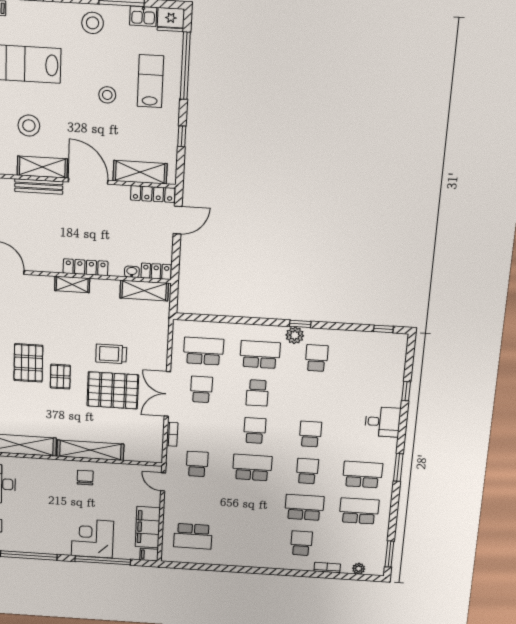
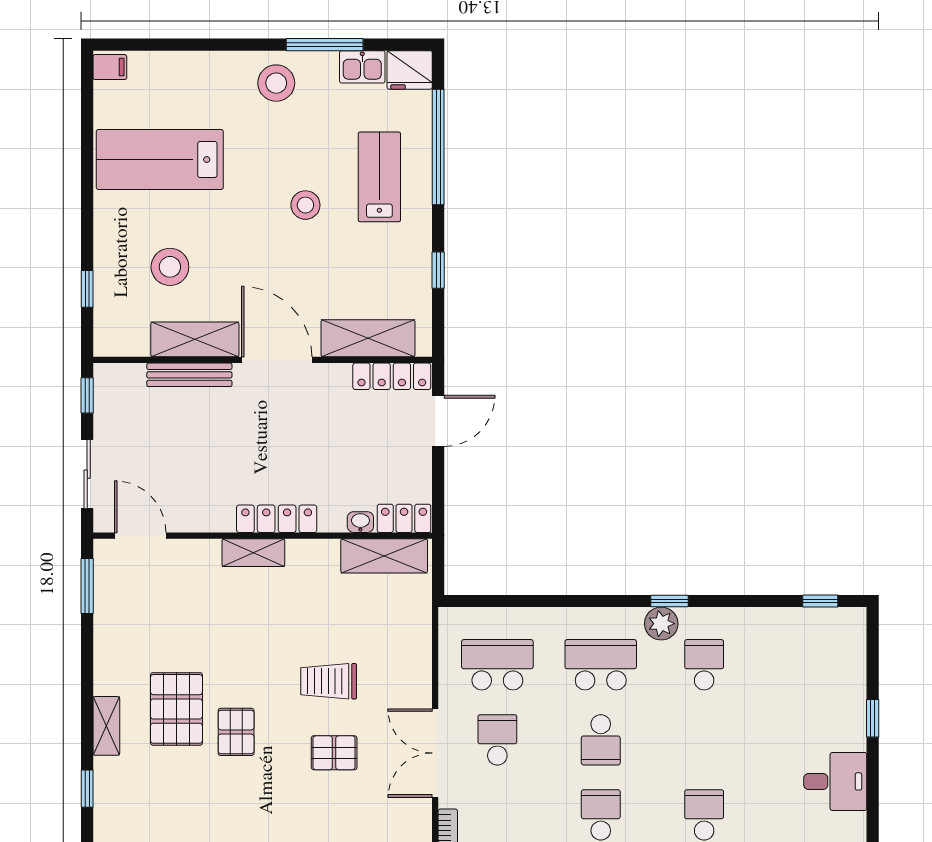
pallet: (113, 390) -> (334, 753), width x0.49, depth x0.50

